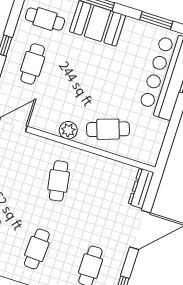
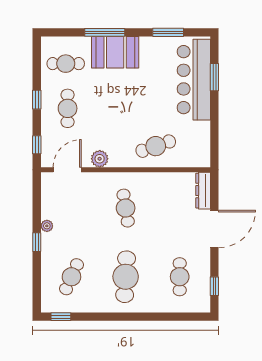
plant: (68, 130) -> (100, 159), moved
cafe table: (37, 249) -> (126, 277), width x1.37, depth x1.35

